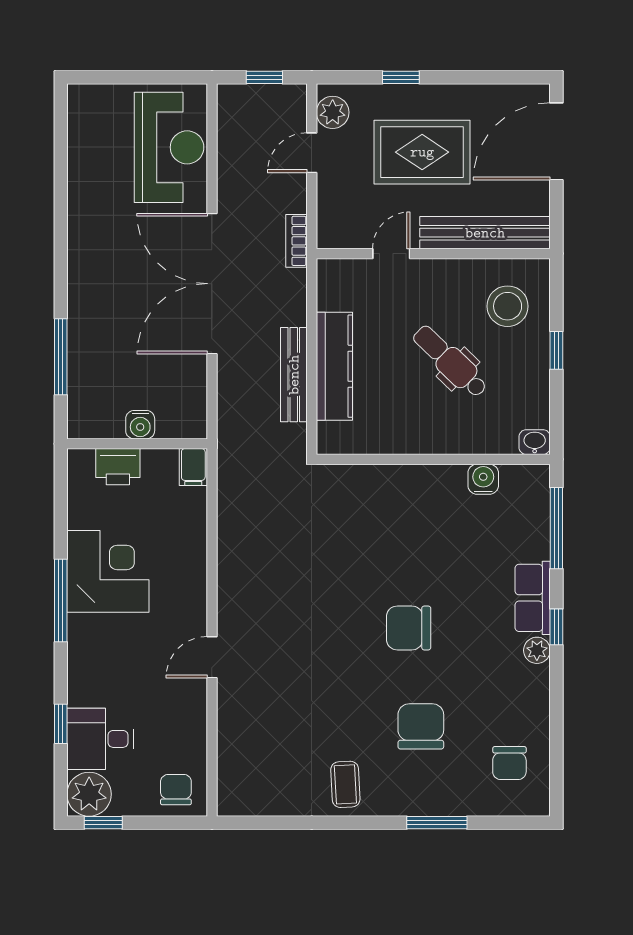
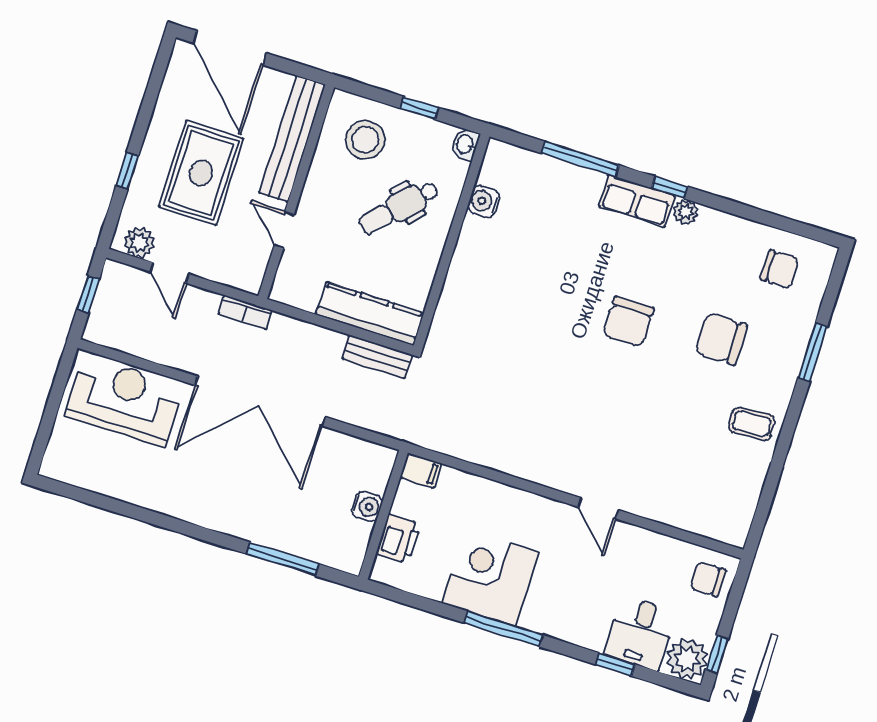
bench: (294, 375) -> (377, 357), width x0.73
washbasin: (535, 442) -> (465, 144), moved
wall: (433, 459) -> (452, 241), moved
water cooler: (483, 479) -> (484, 202), moved

